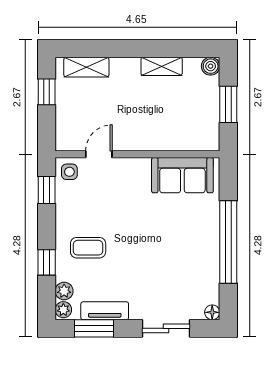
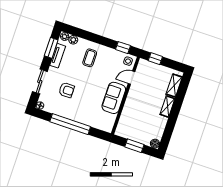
shelving: (162, 66) -> (167, 106), moved
window: (47, 92) -> (155, 59), moved
door: (99, 154) -> (132, 78), swing flipped
sofa: (182, 175) -> (114, 98), moved
window: (47, 262) -> (89, 36), removed
armchair: (165, 271) -> (67, 90), added

